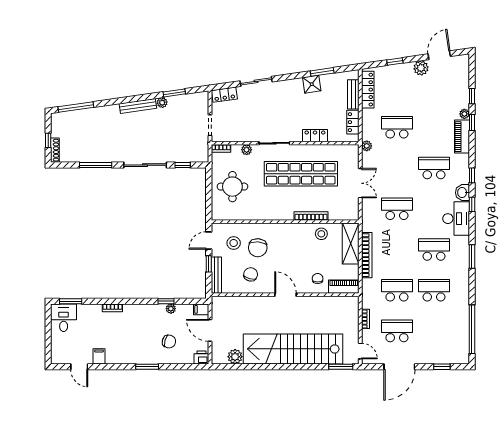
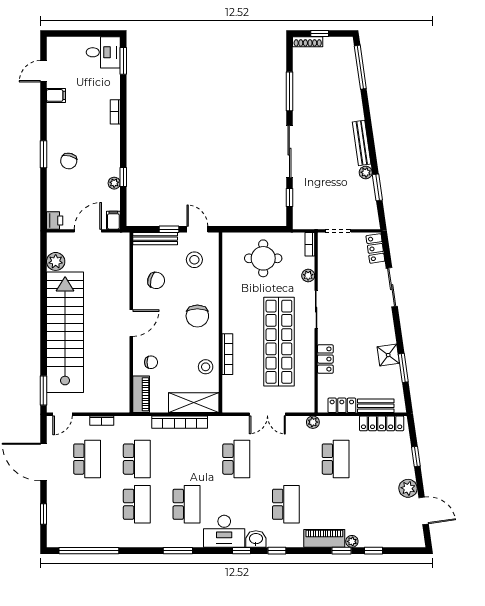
chair: (258, 248) -> (197, 316), moved, turned -95
chair: (169, 341) -> (69, 161), moved

